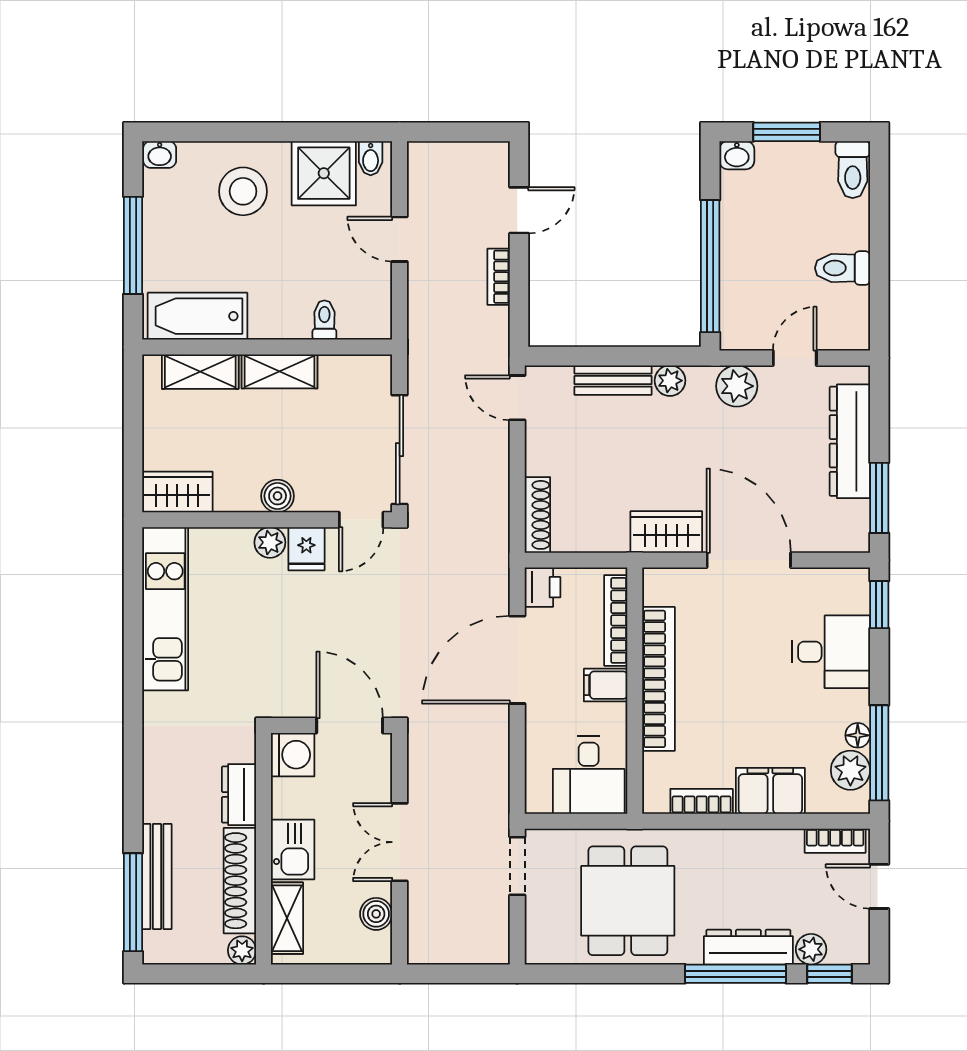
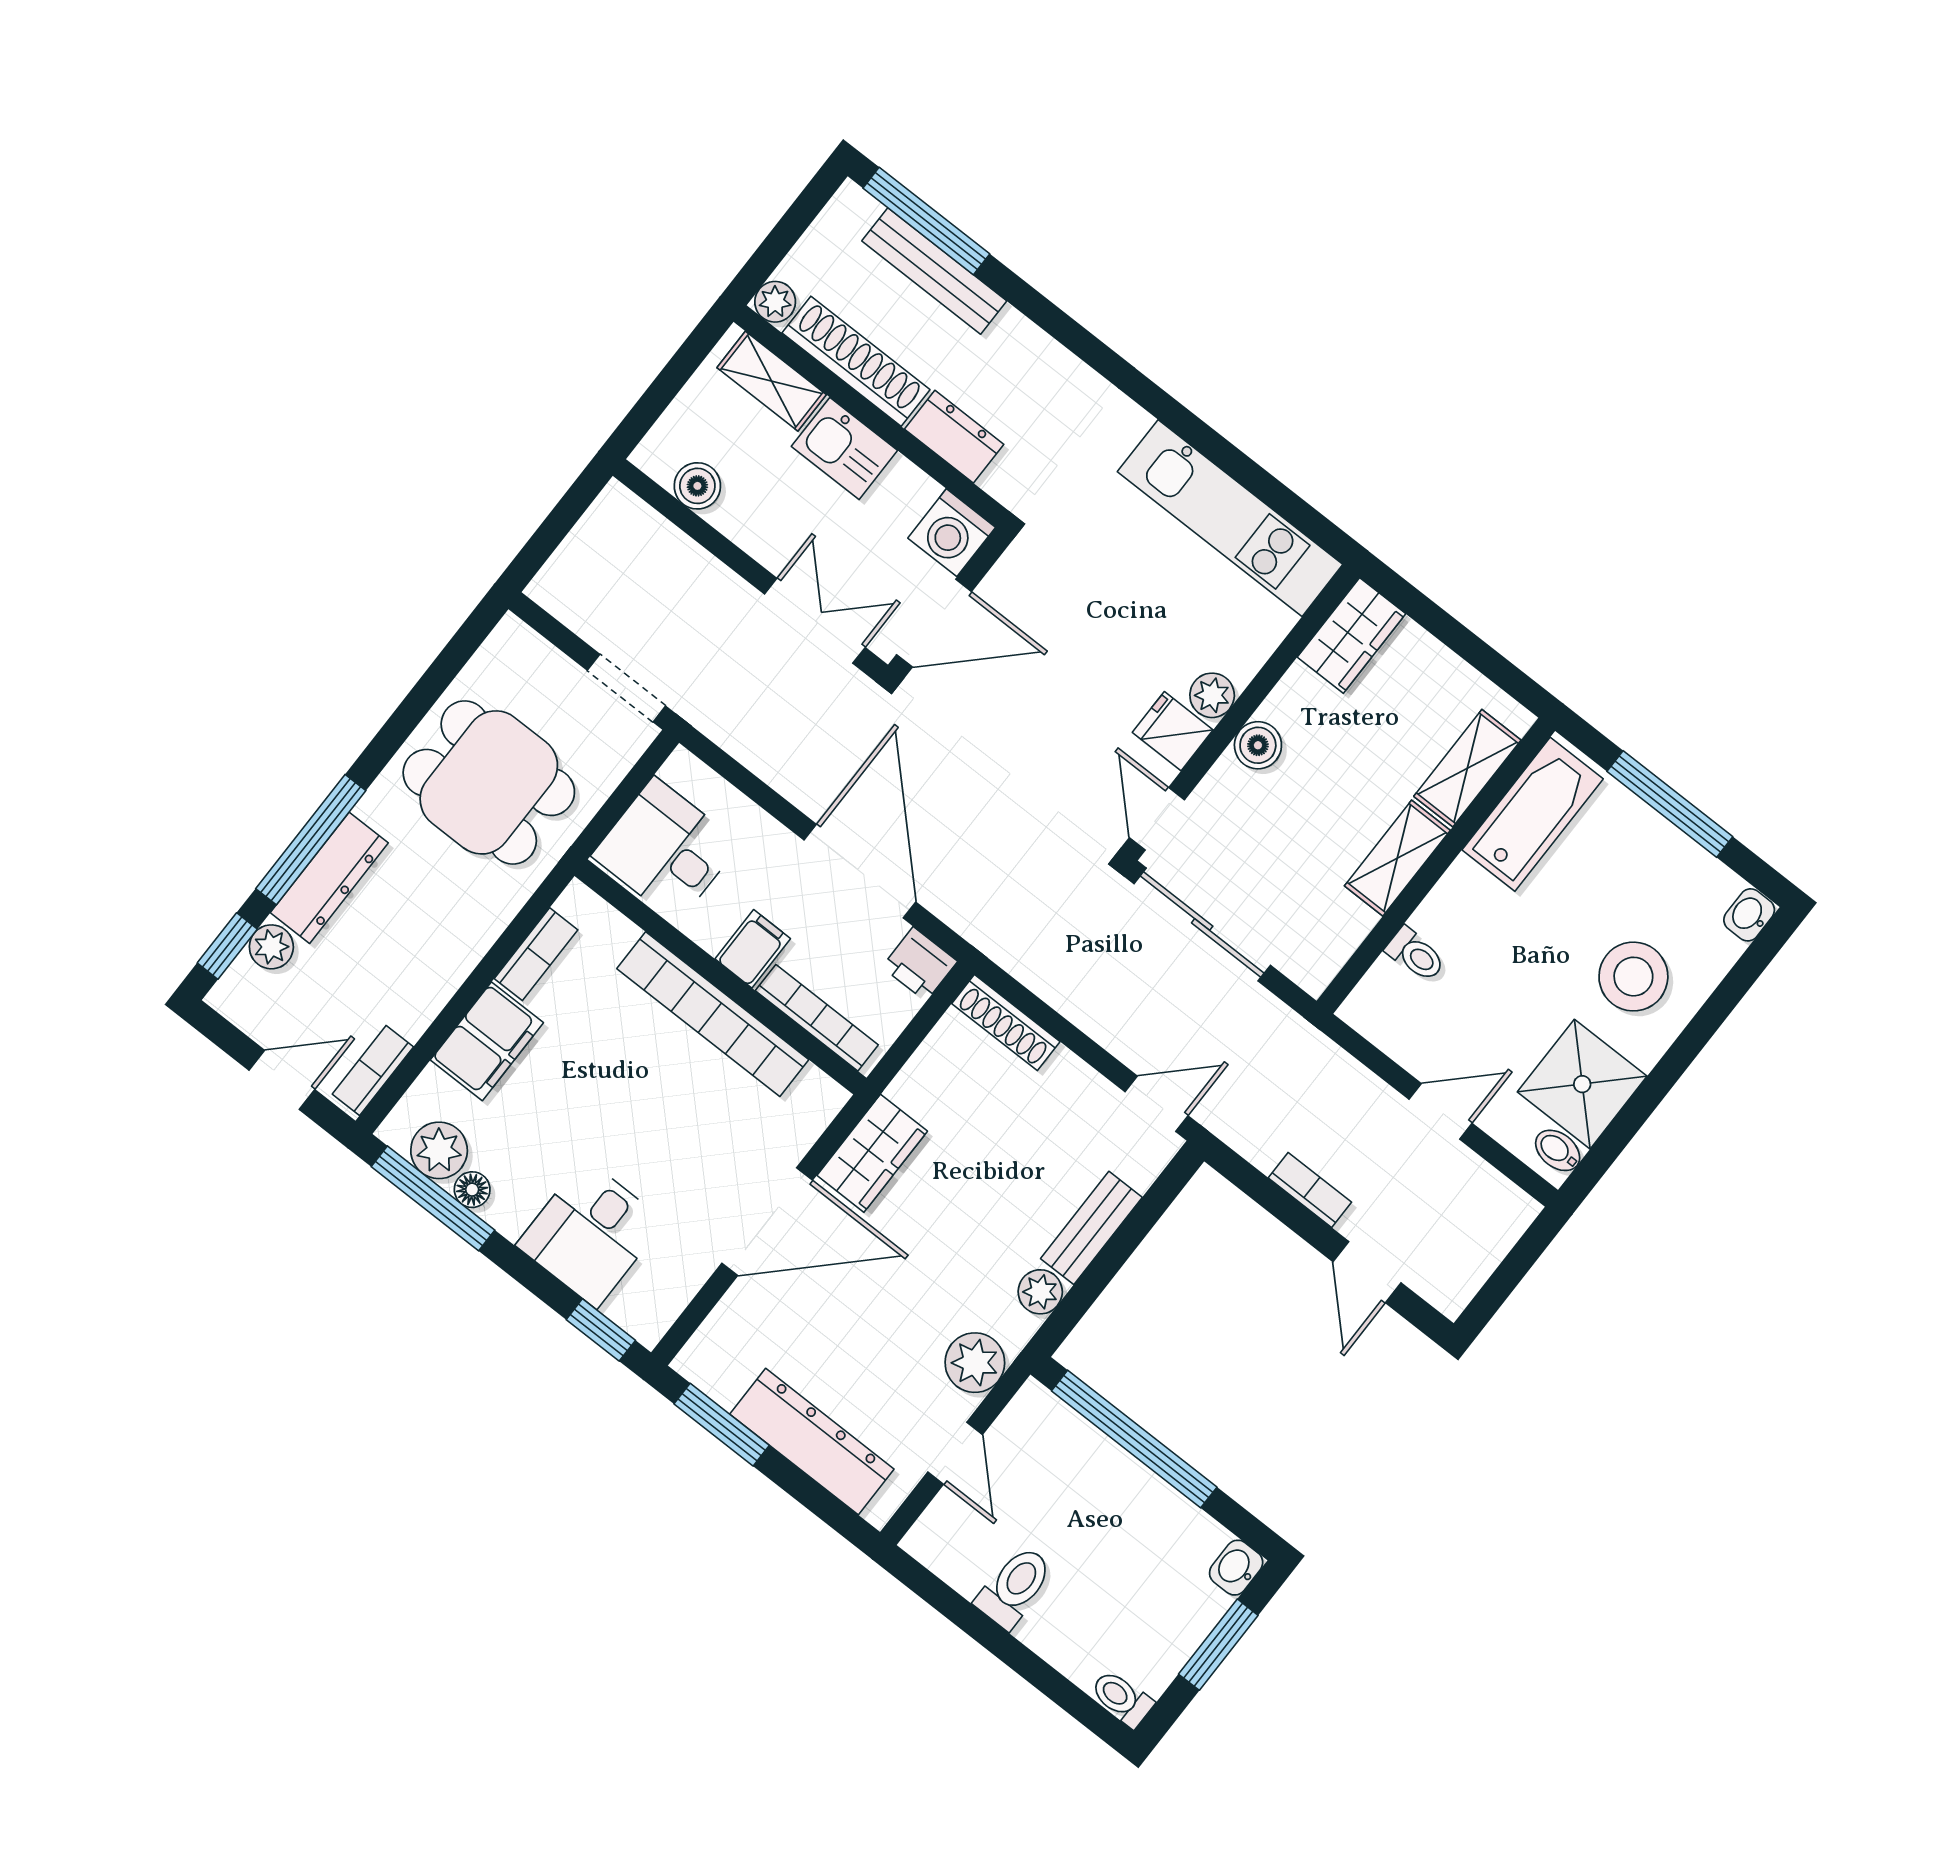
toilet: (853, 170) -> (1122, 1698), width x0.73, depth x0.72
double door: (400, 842) -> (815, 621), moved

